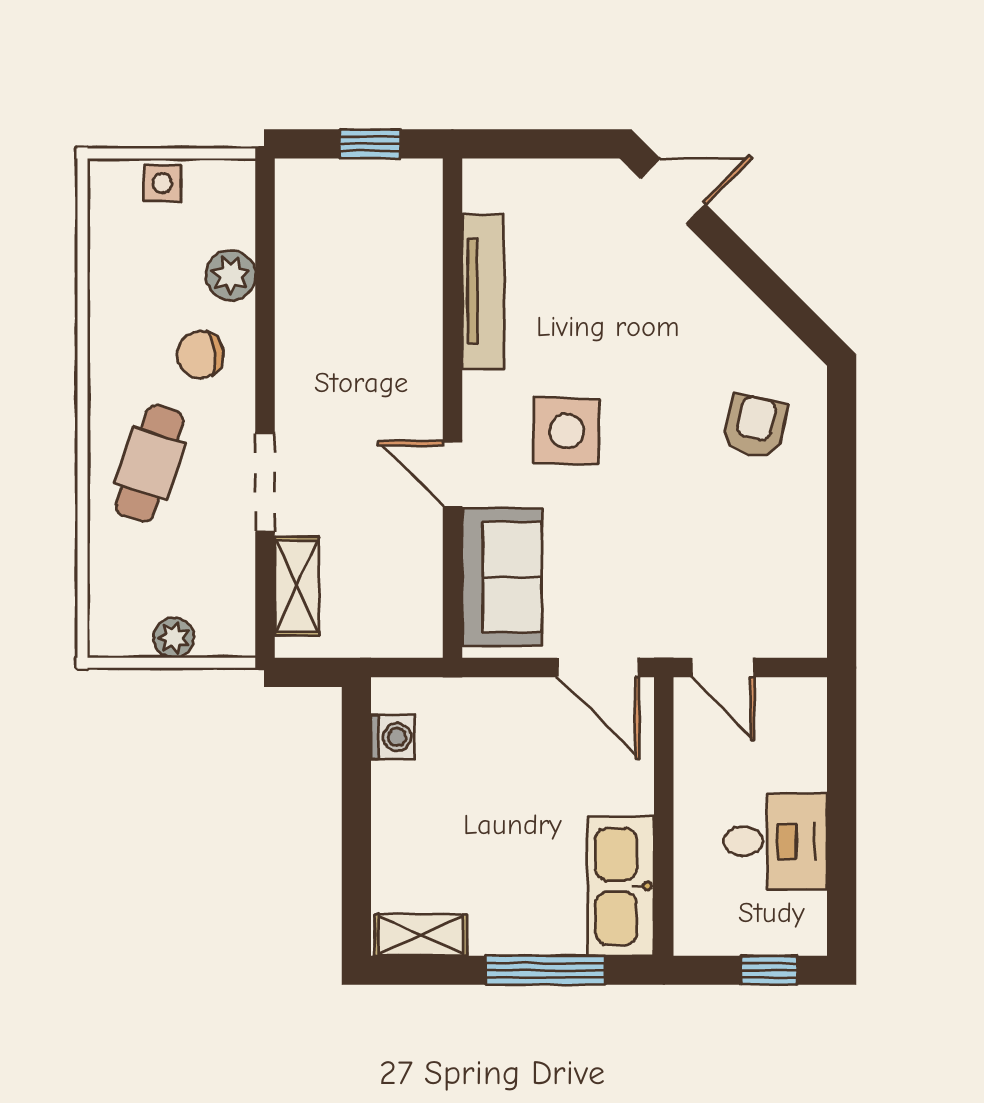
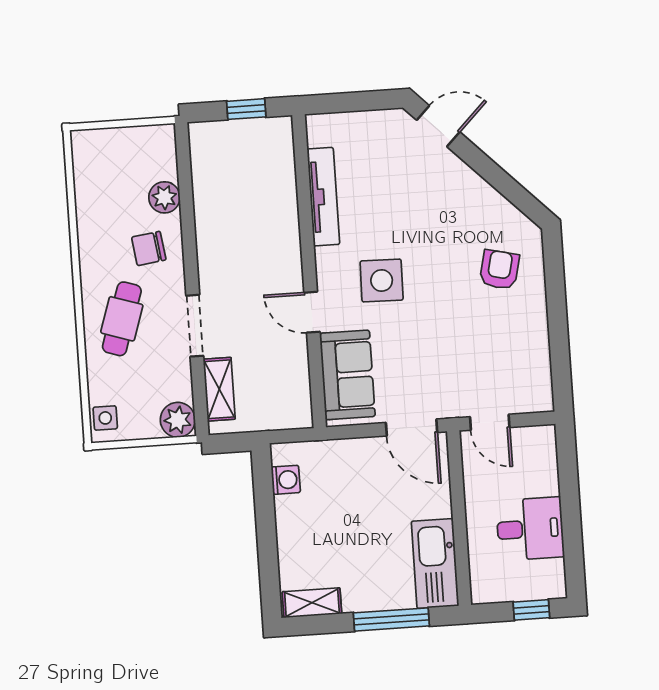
side table: (162, 183) -> (105, 418), moved
plant: (174, 638) -> (178, 420), moved, width x1.38, depth x1.38

